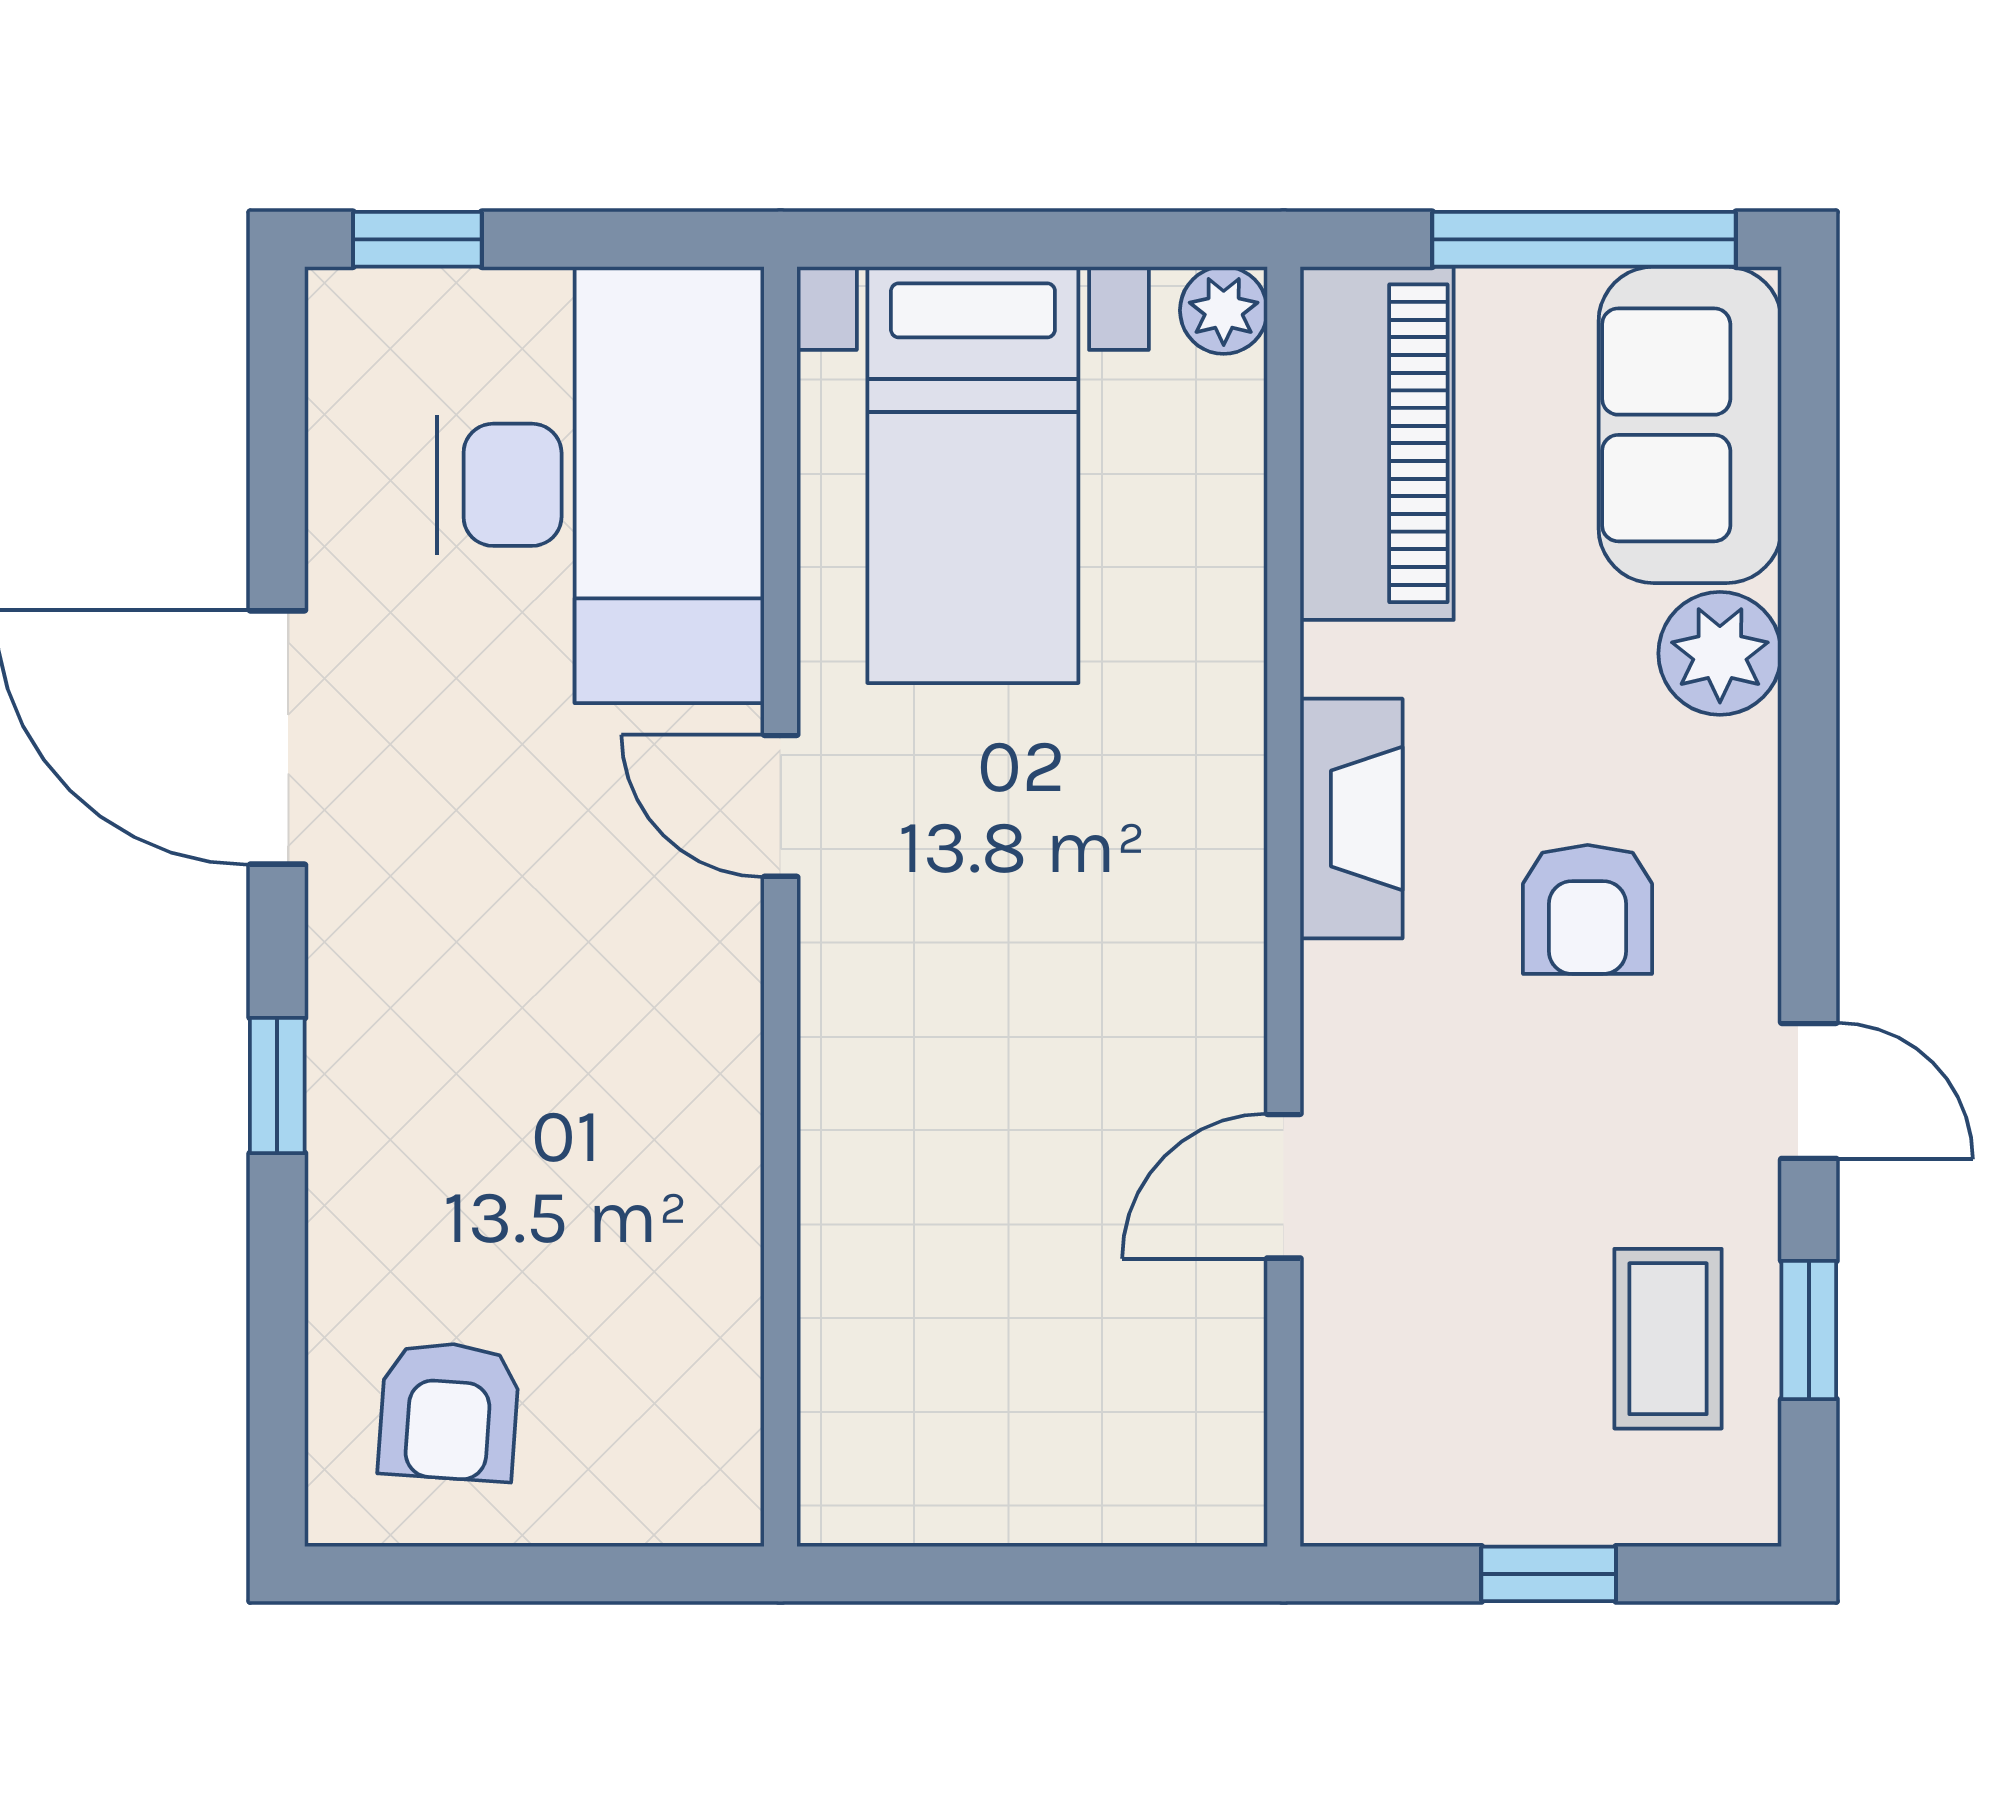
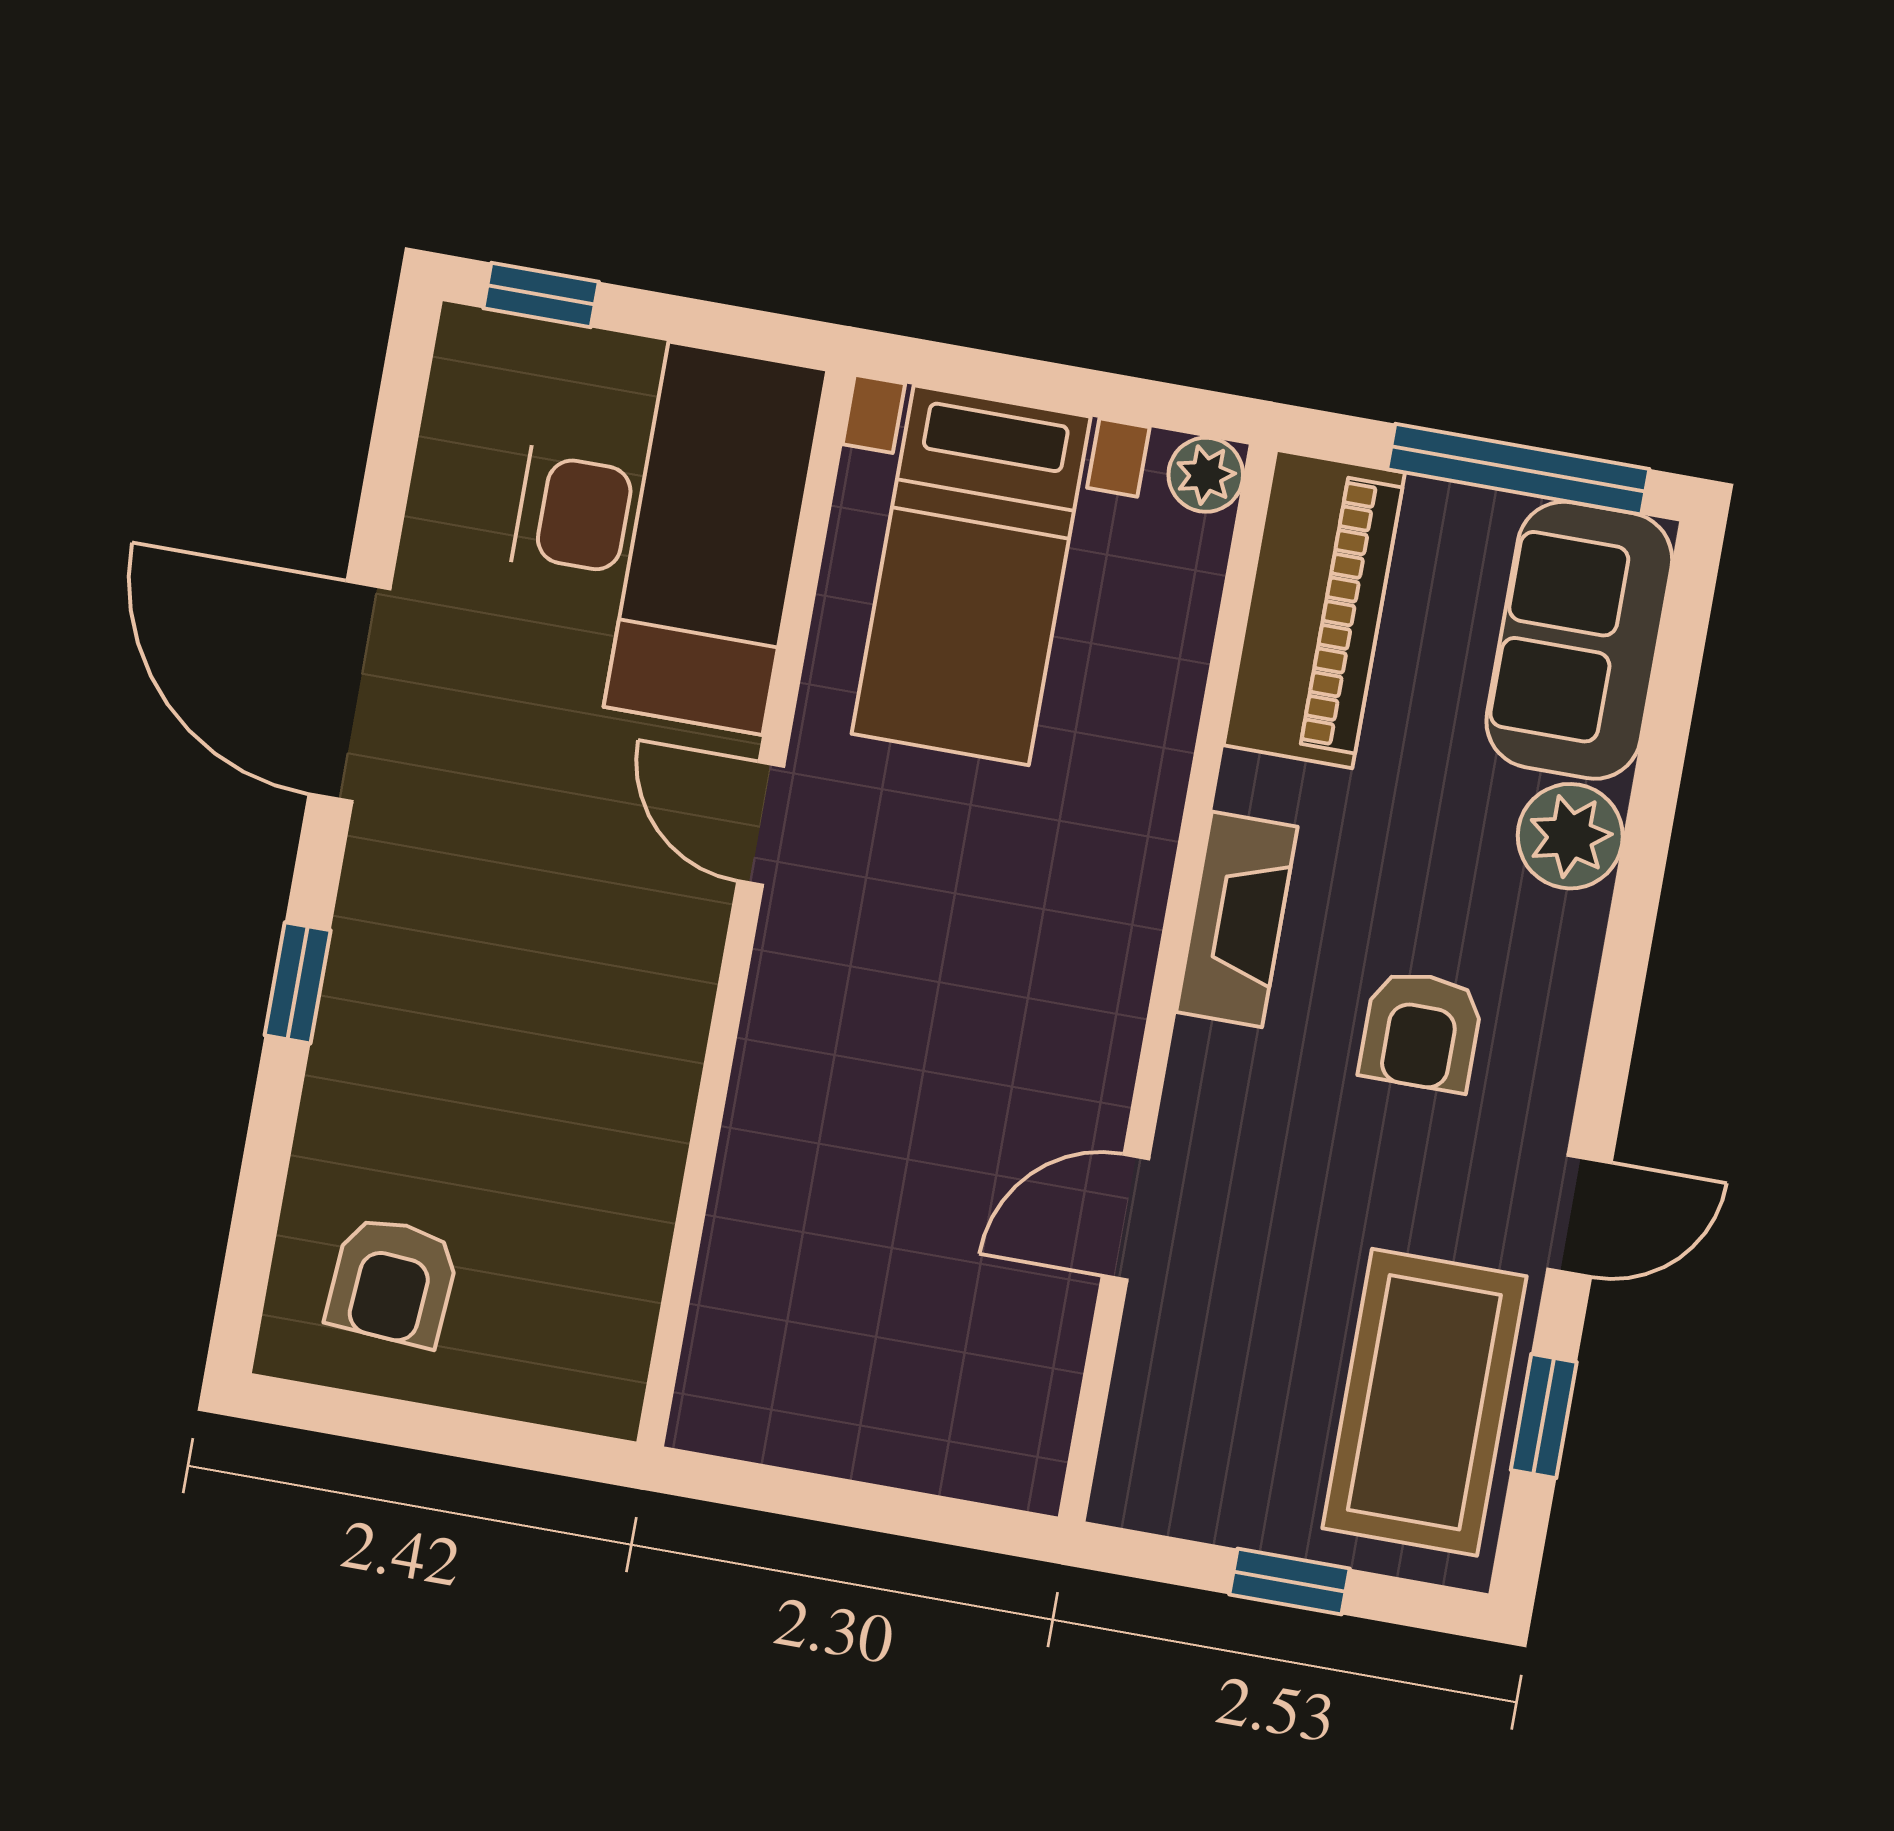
door: (1809, 1091) -> (1579, 1216), hinge flipped
coffee table: (1668, 1339) -> (1424, 1402), width x1.86, depth x1.72

